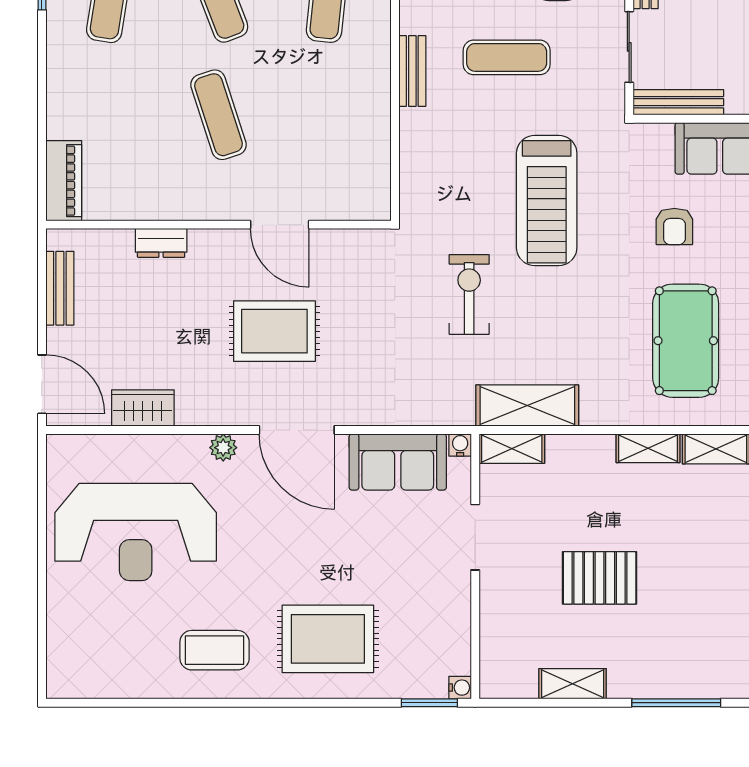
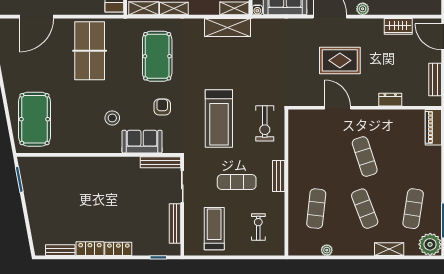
treadmill: (547, 200) -> (219, 118), turned 180
exercise bike: (469, 294) -> (265, 123), moved

